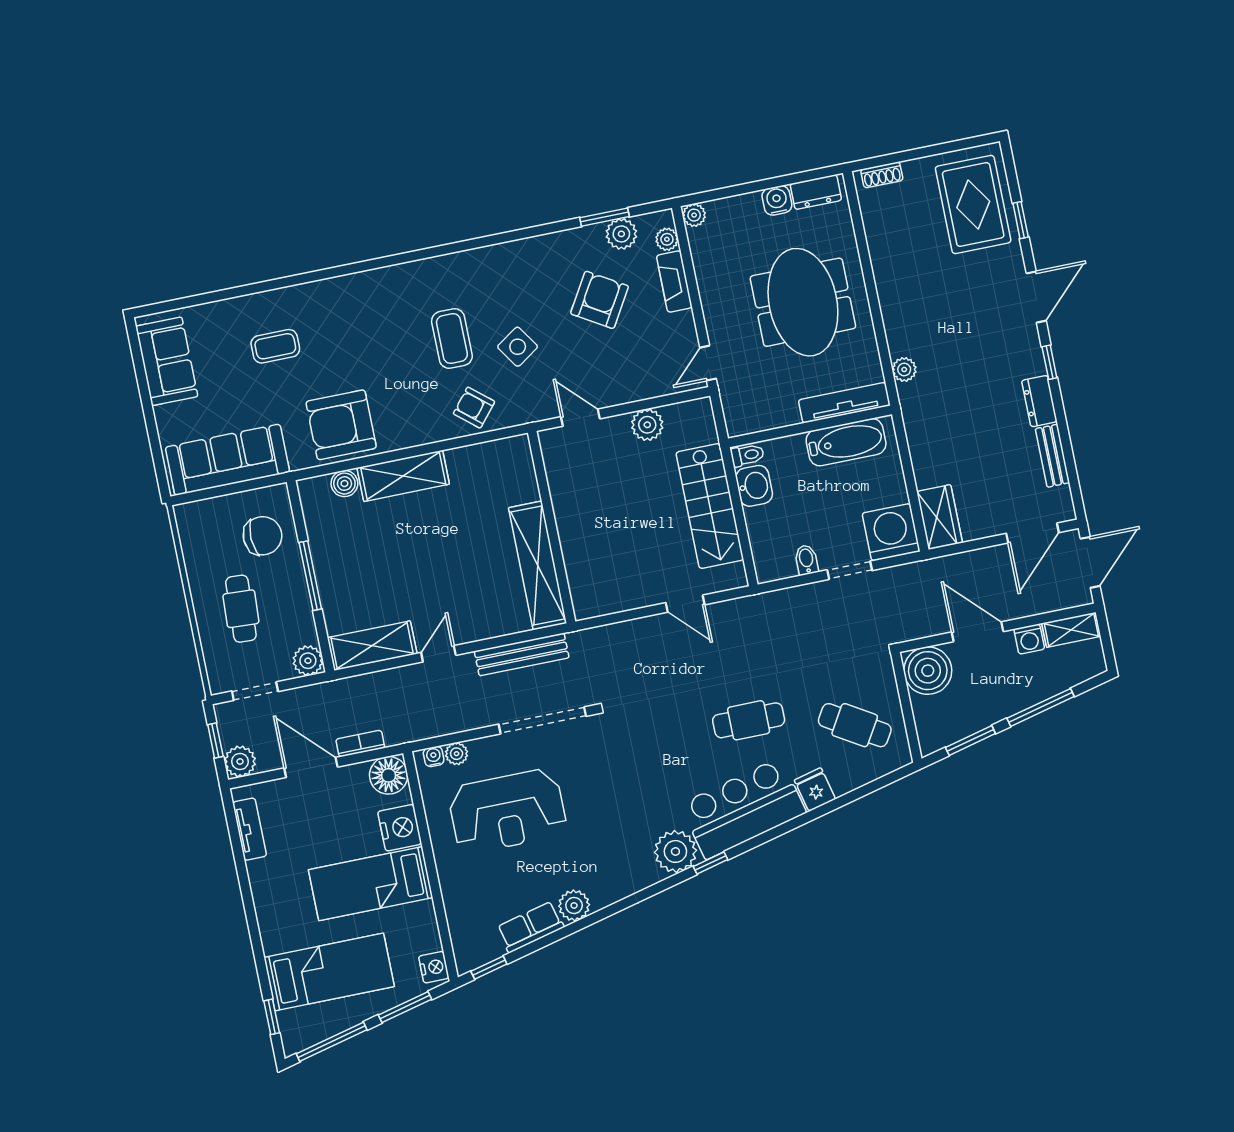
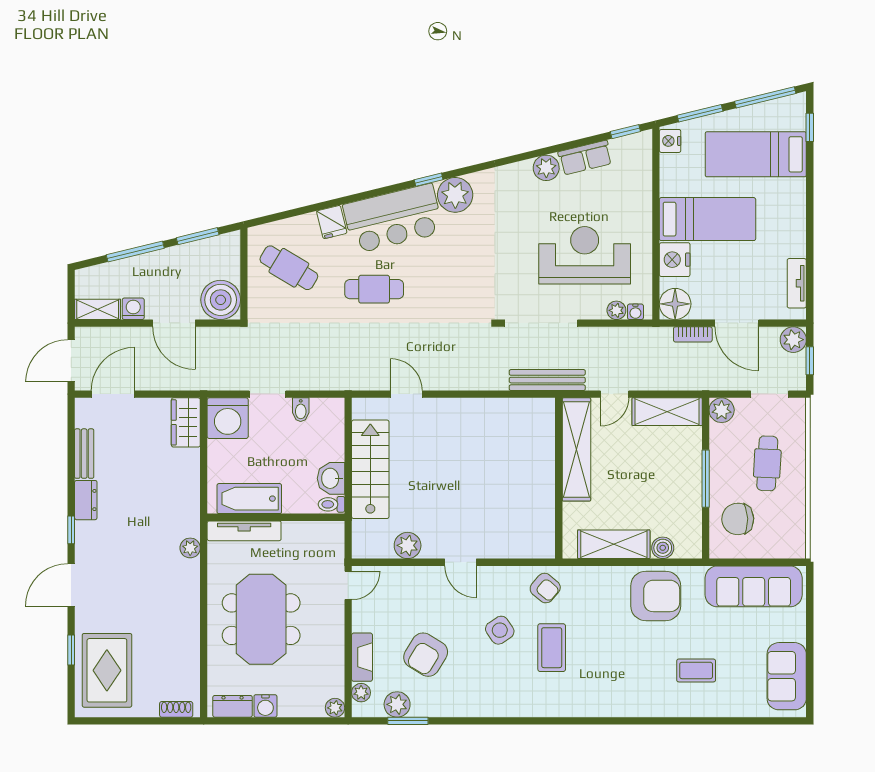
wall: (552, 527) -> (559, 478), moved
shelving: (538, 565) -> (576, 449), moved

